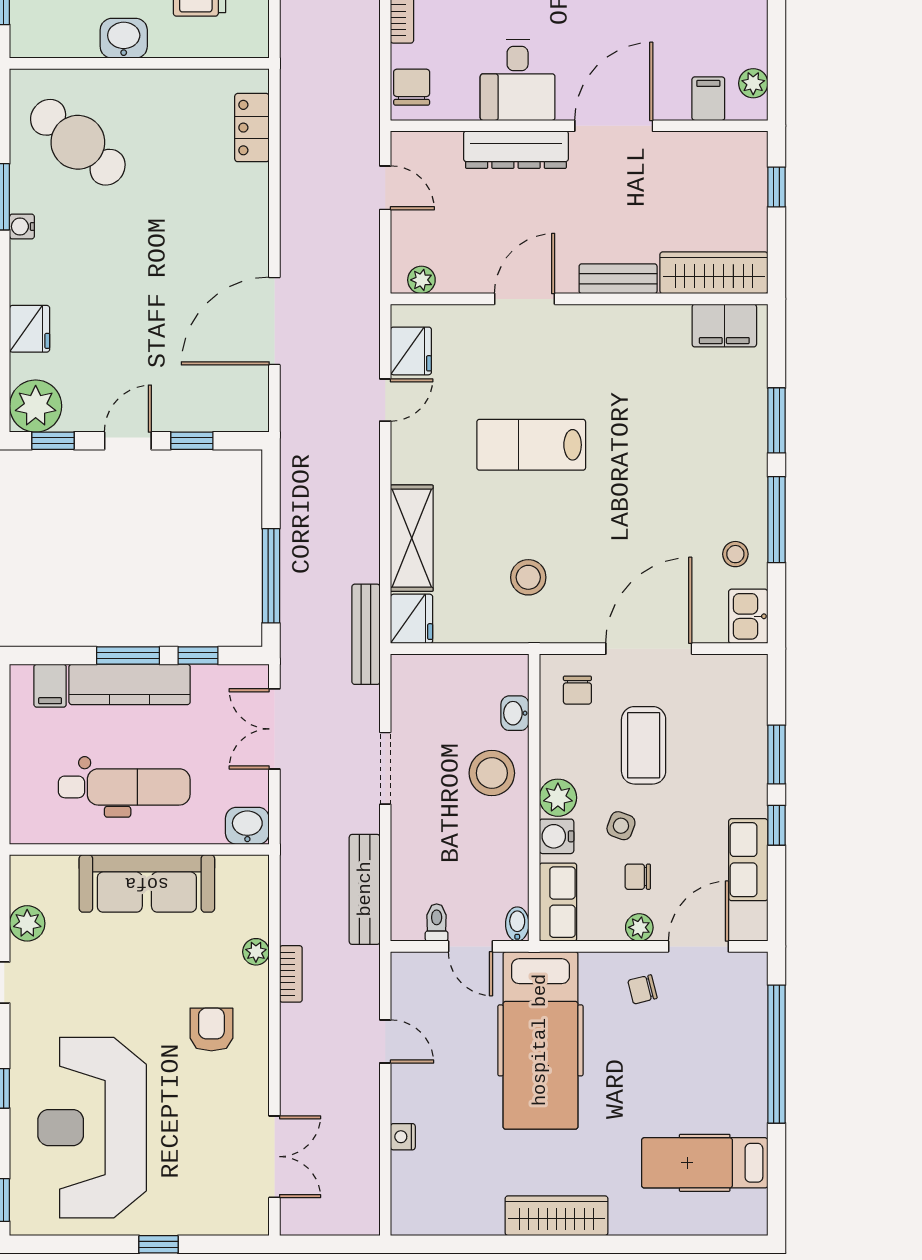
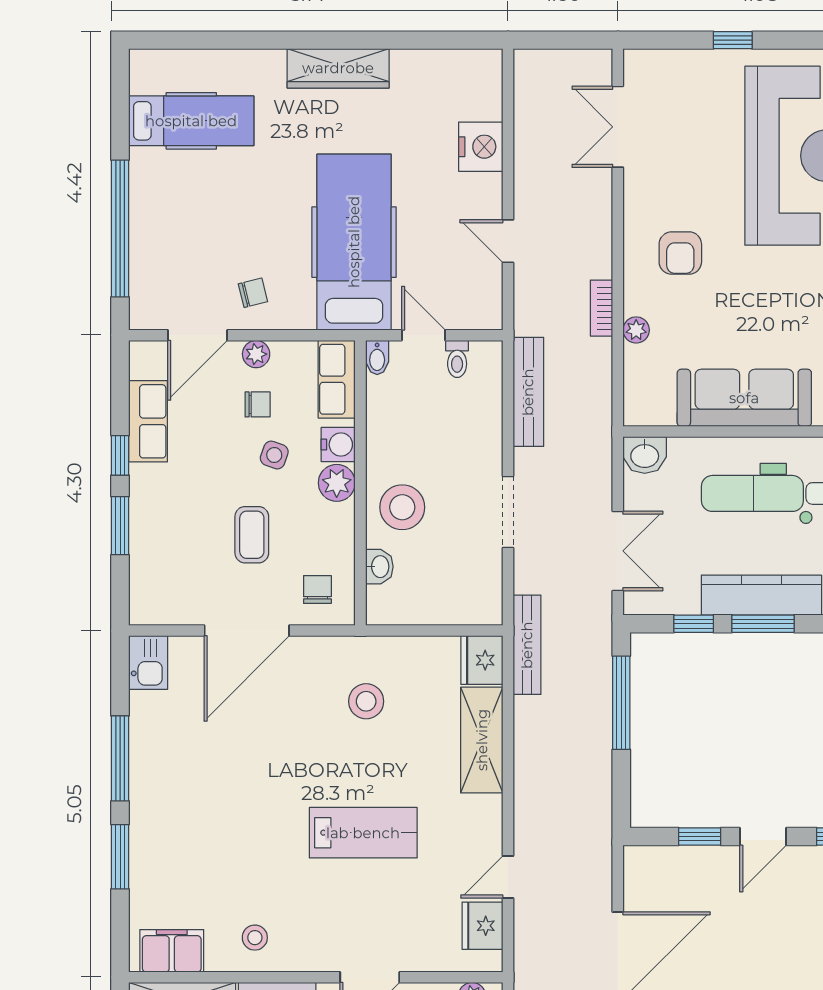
stool: (735, 554) -> (255, 938), moved
coffee table: (644, 745) -> (252, 535), width x0.73, depth x0.77
nightstand: (403, 1137) -> (481, 147), width x1.89, depth x1.79

